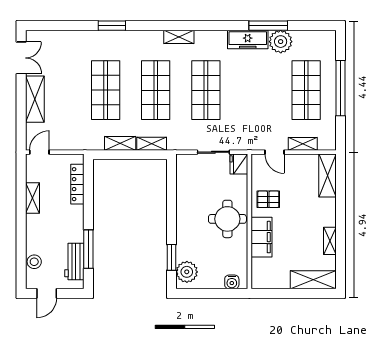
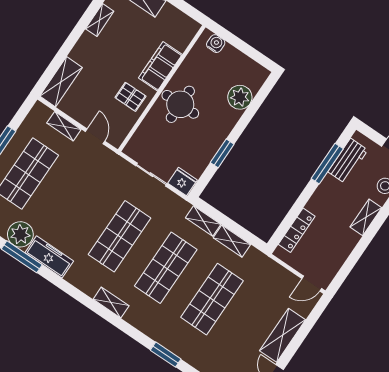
fridge: (239, 164) -> (183, 182), moved, turned -90
shelving: (32, 198) -> (366, 217), moved
window: (172, 257) -> (222, 153), moved
plant: (187, 272) -> (240, 97), moved

